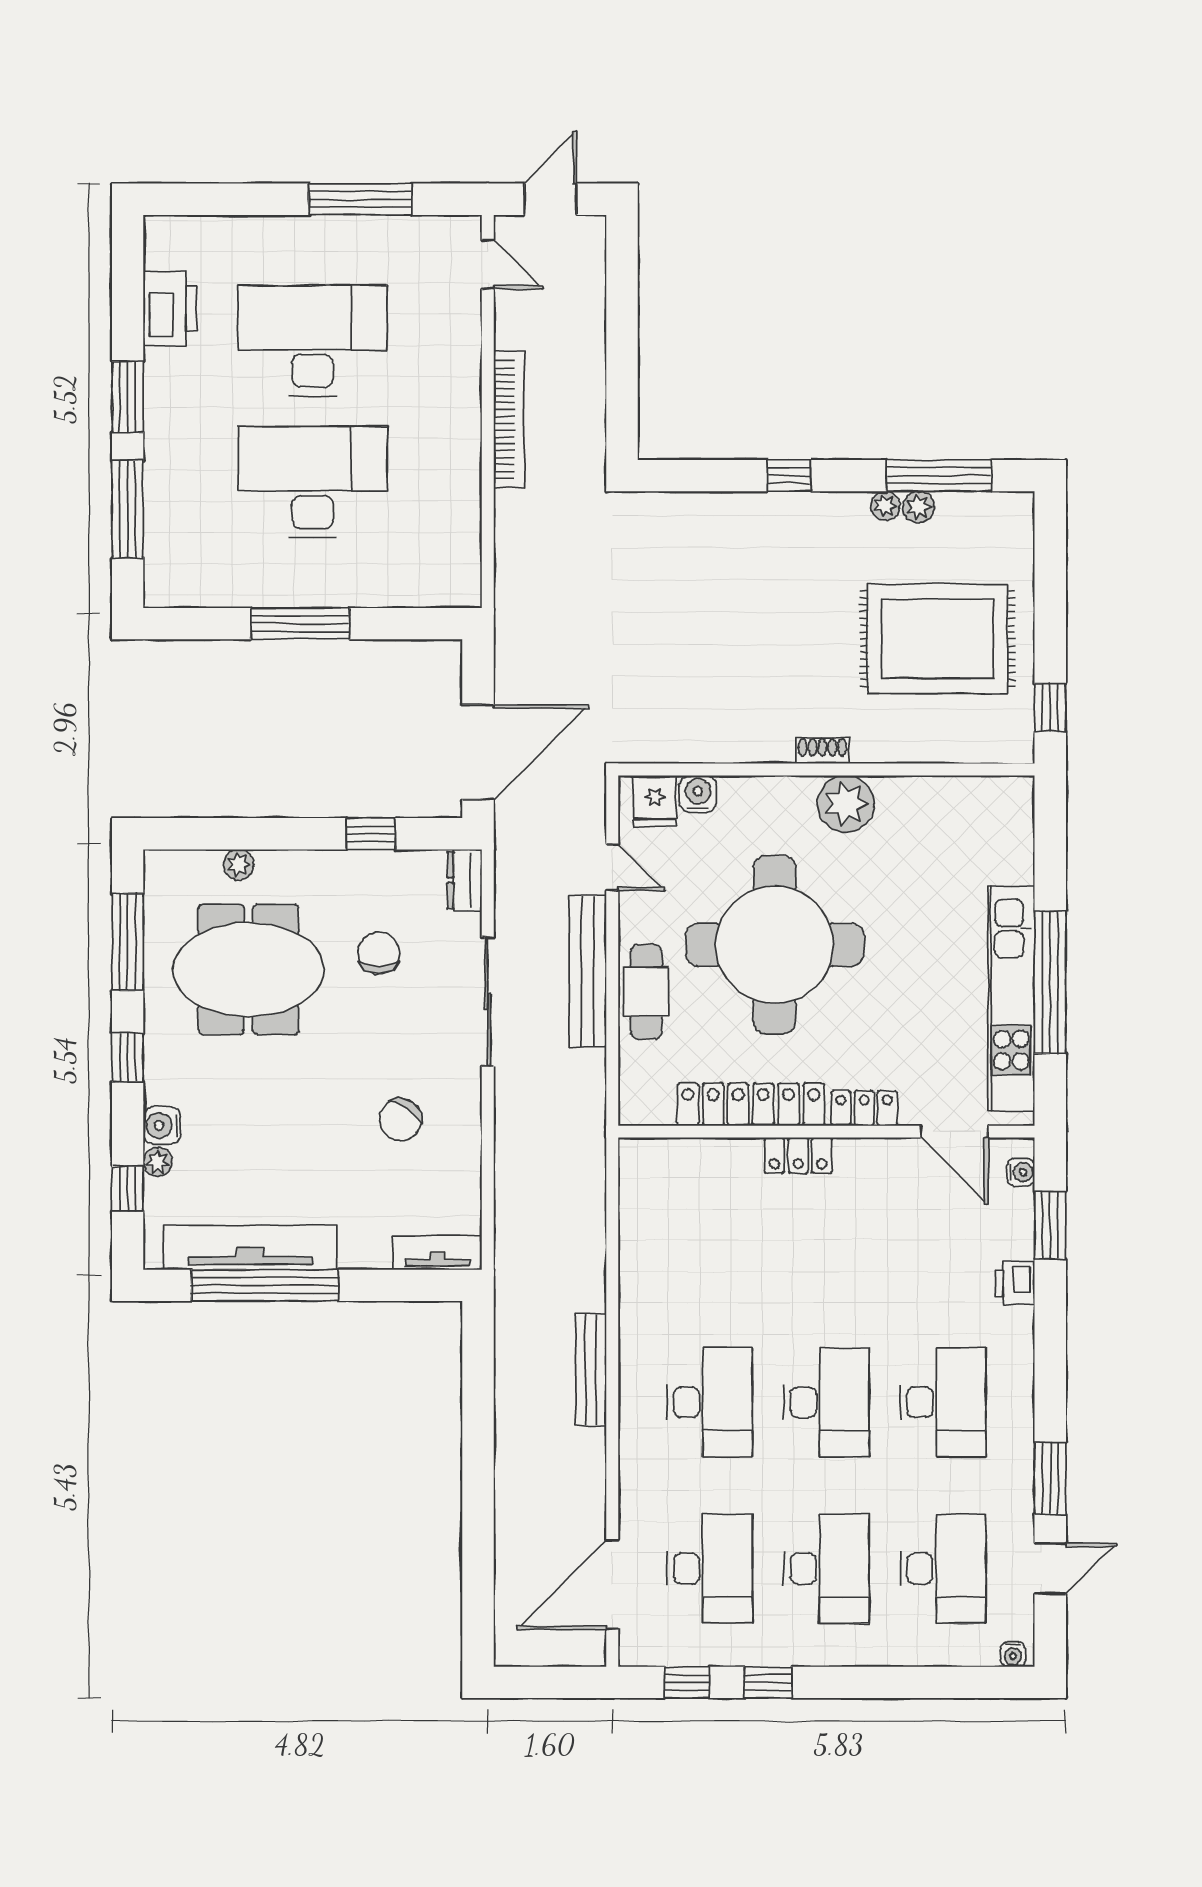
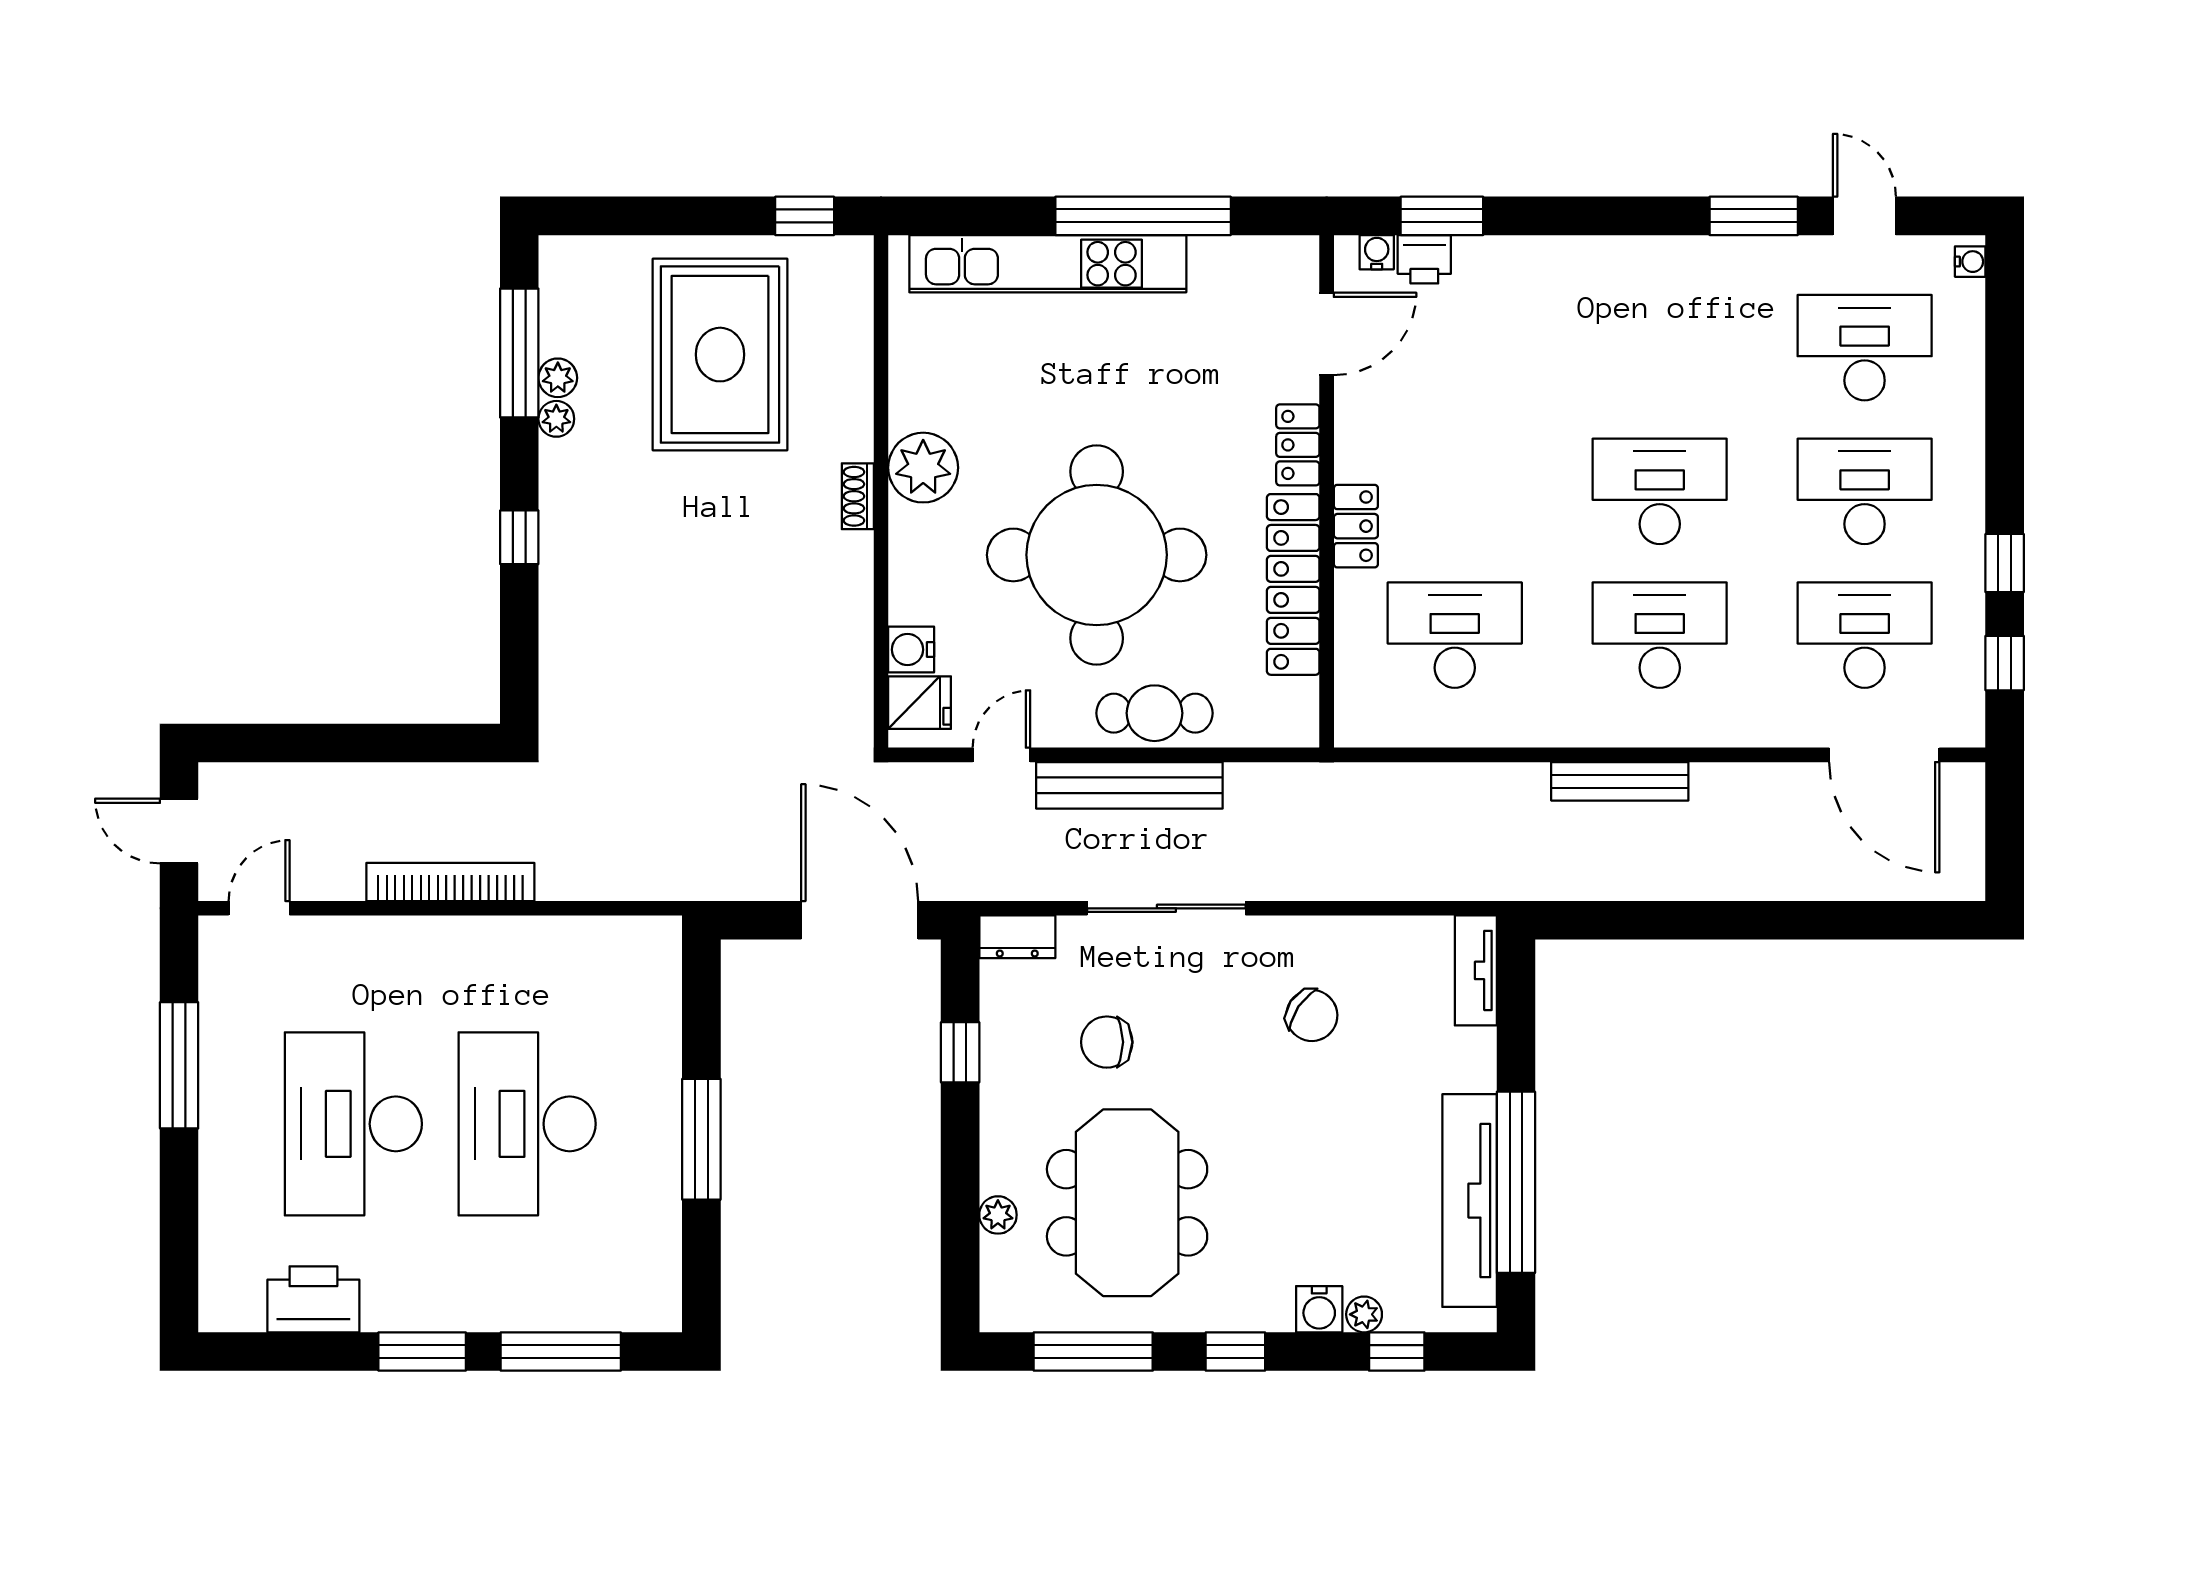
kitchen unit: (1011, 998) -> (1048, 264), moved
printer: (1015, 1283) -> (1424, 259), moved
desk: (943, 1402) -> (1455, 635), moved

